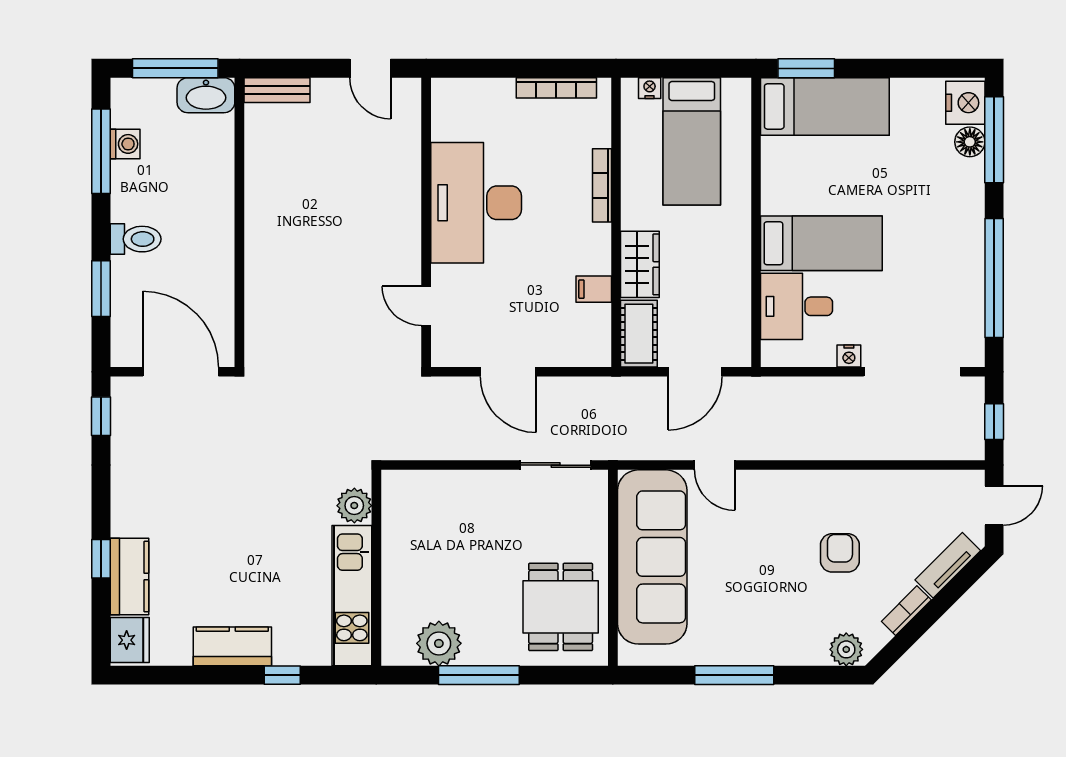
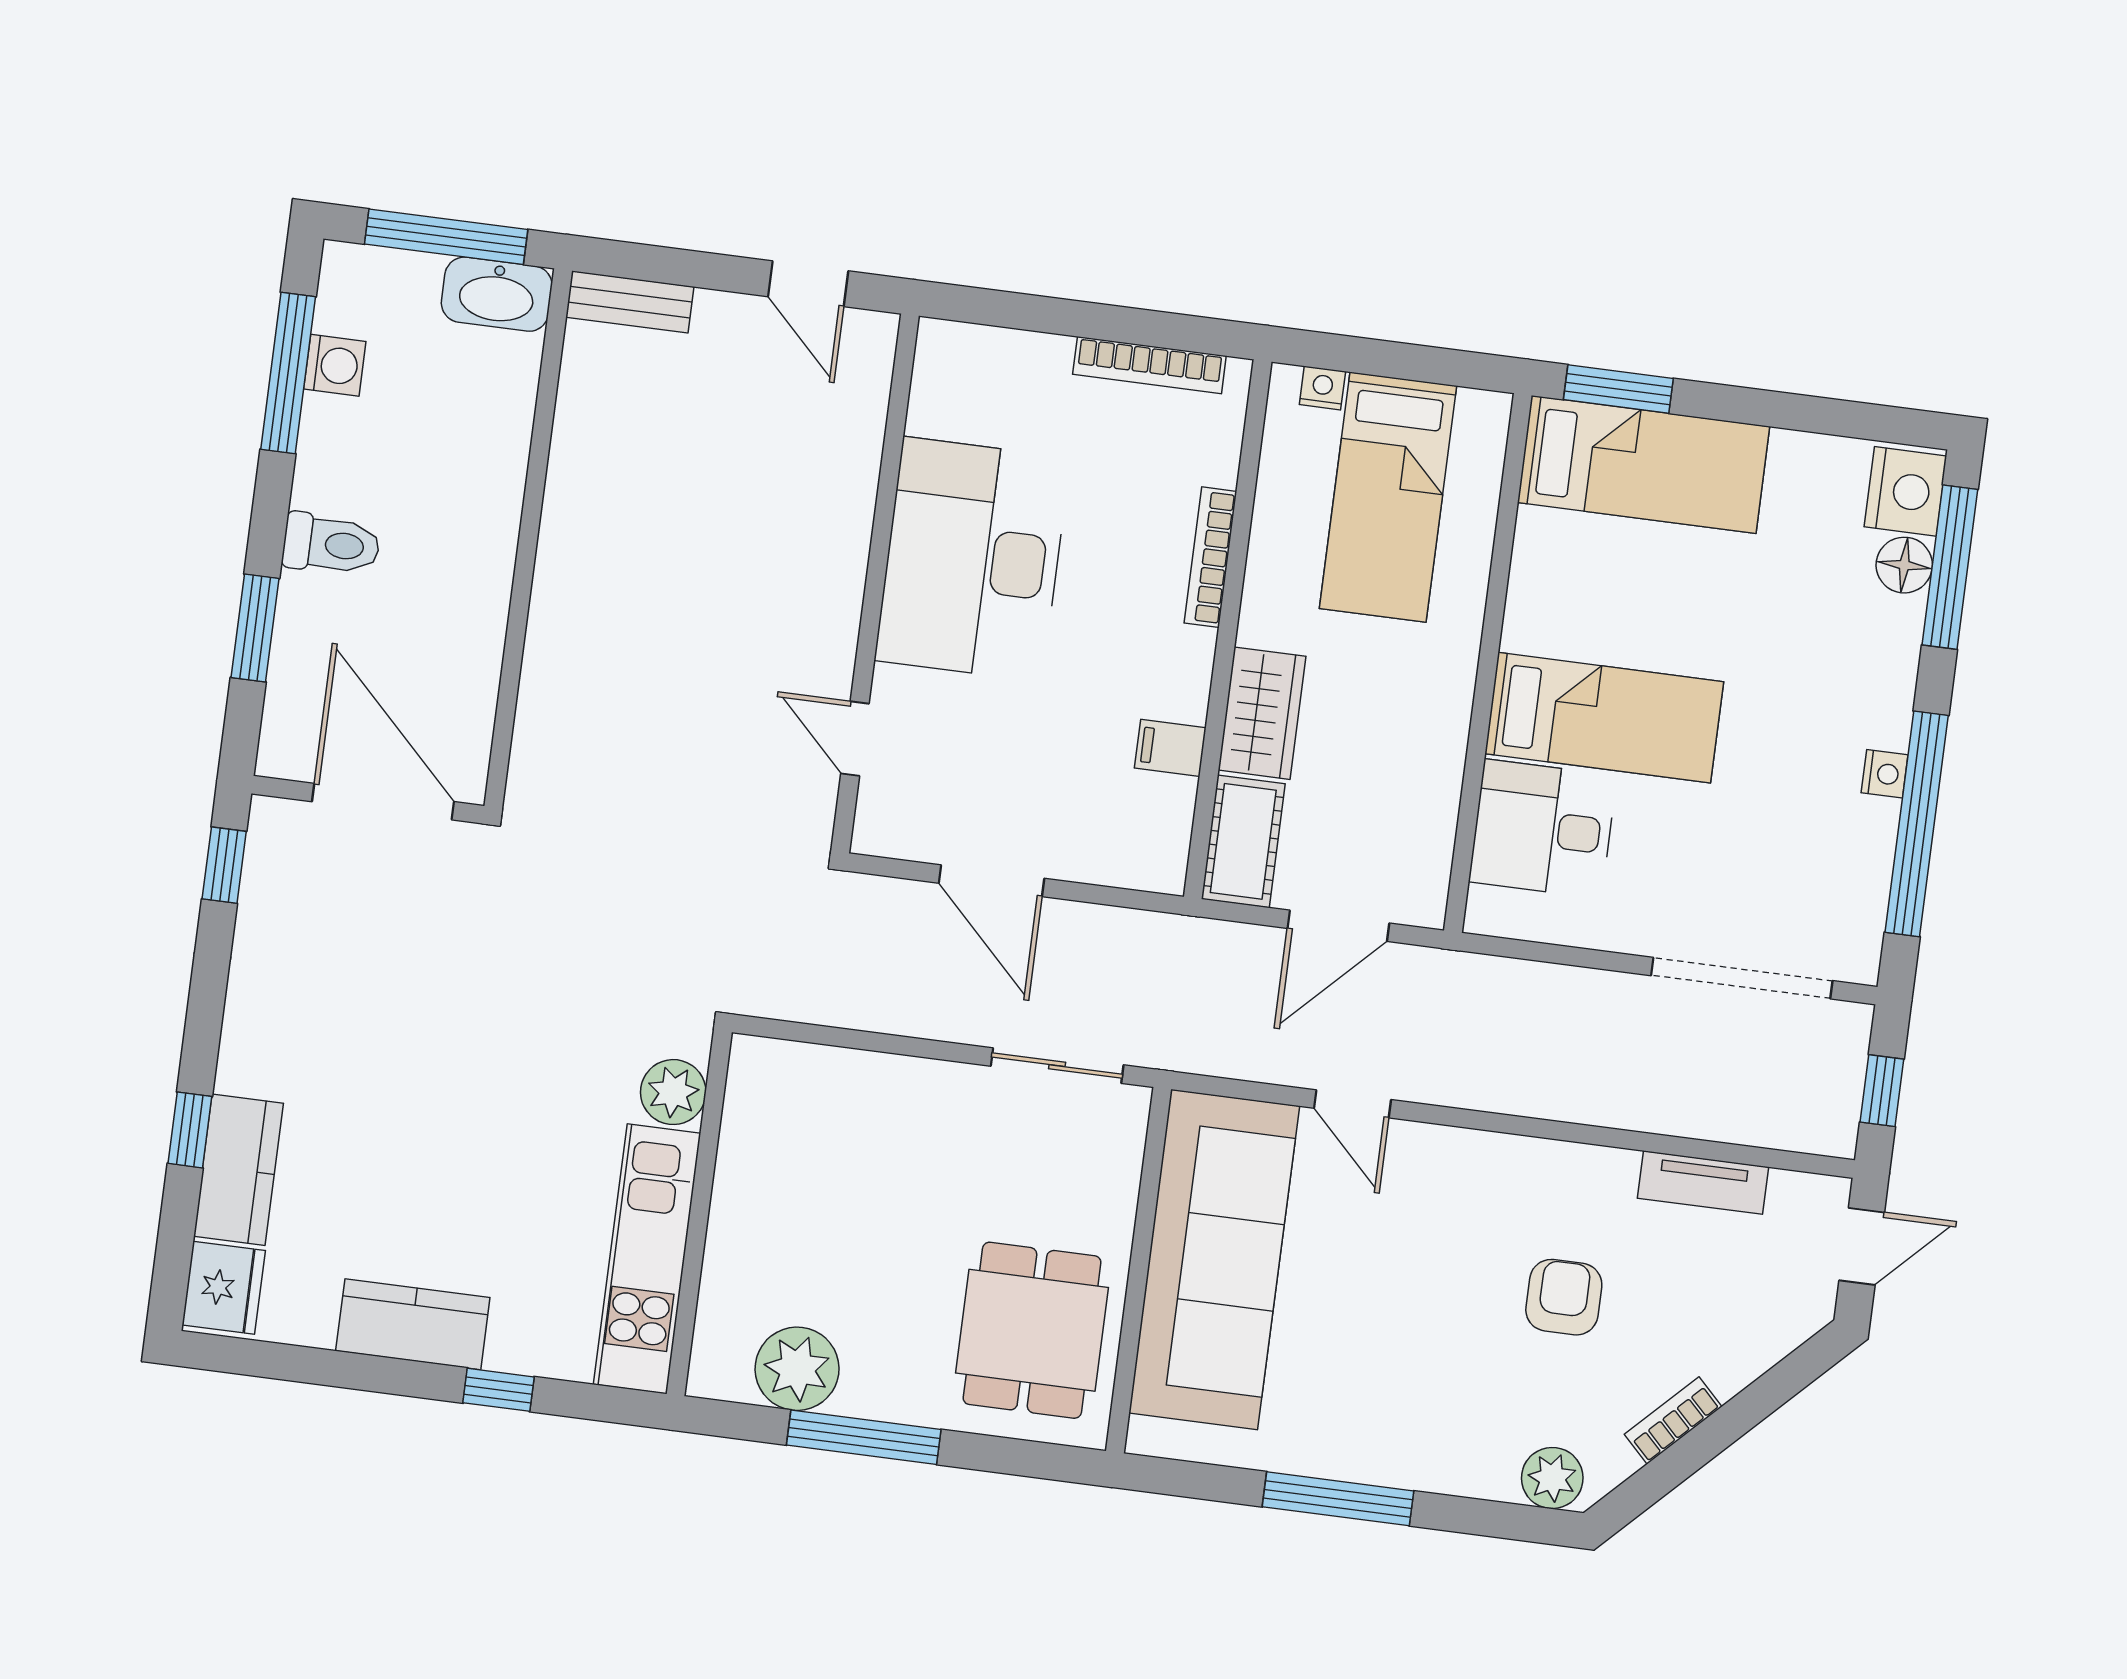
nightstand: (849, 356) -> (1885, 774), moved, turned -90
tv unit: (948, 565) -> (1703, 1183), moved, turned -135

